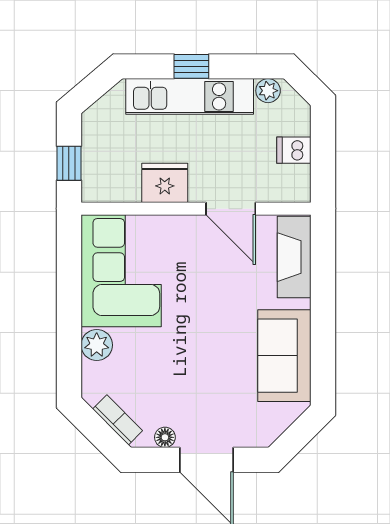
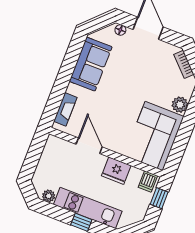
dishwasher: (294, 150) -> (148, 181), moved, turned 90
fireplace: (294, 257) -> (65, 109), width x0.73, depth x0.76
floor lamp: (165, 437) -> (120, 30), moved

